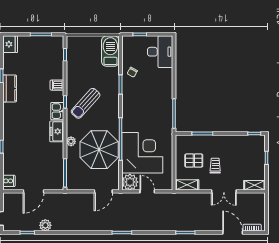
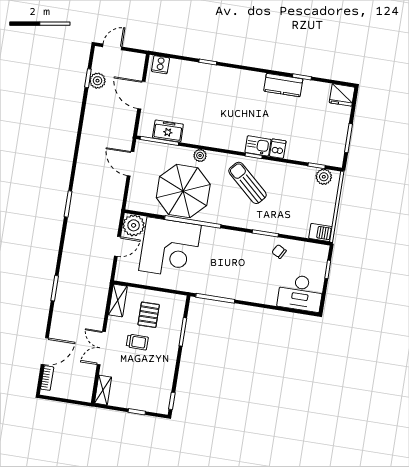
plant: (72, 48) -> (324, 177), added
barbecue: (110, 51) -> (321, 232), width x0.53, depth x0.65
kitchen sink: (57, 111) -> (258, 146), moved
freezer: (57, 131) -> (168, 131), moved
door: (103, 191) -> (131, 164), moved
plant: (45, 225) -> (97, 81), moved

